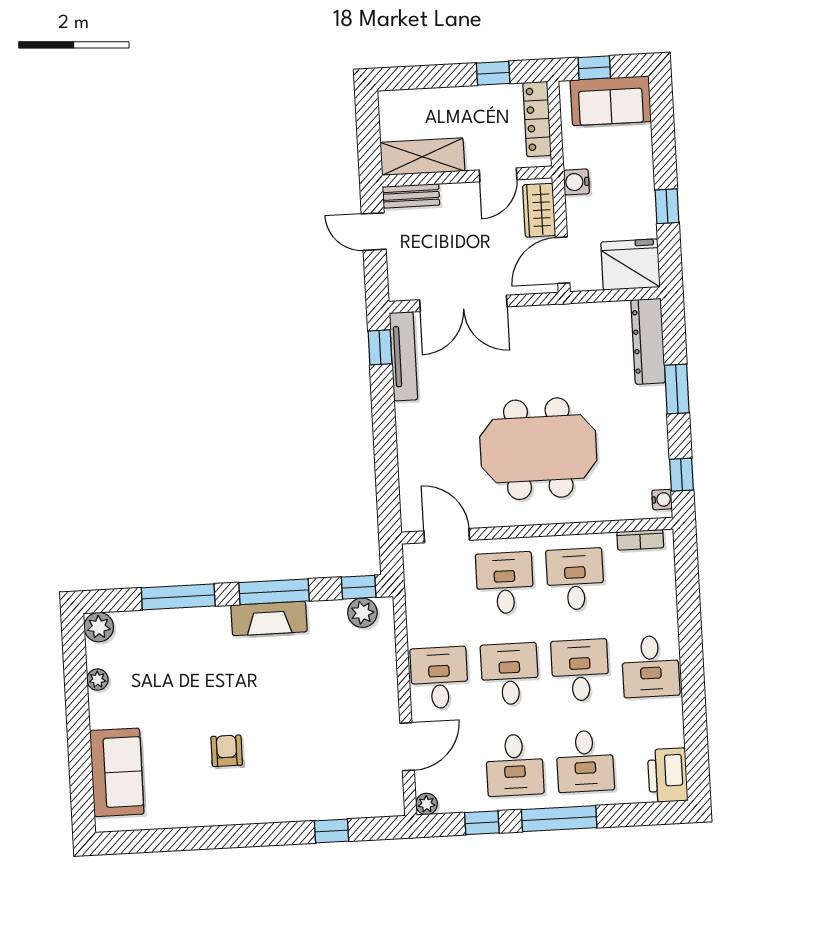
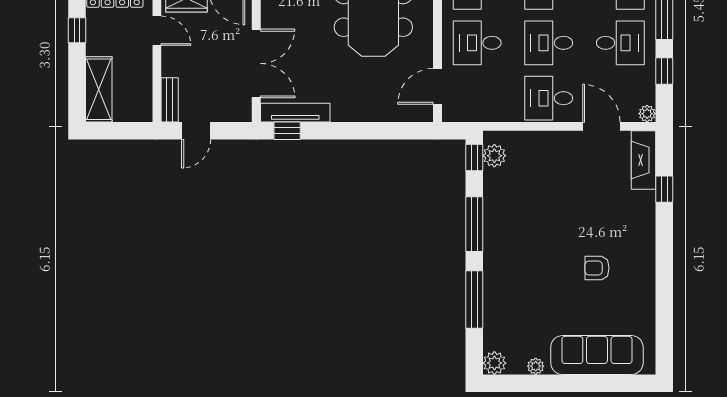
shelving: (422, 157) -> (99, 89), moved
fireplace: (269, 618) -> (644, 160), moved, turned 180
sofa: (117, 772) -> (597, 355), width x1.36

